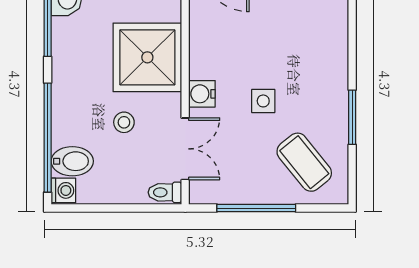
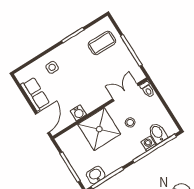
water cooler: (202, 94) -> (78, 113), moved
side table: (263, 101) -> (52, 67), moved
coffee table: (304, 162) -> (102, 43), turned 39
washing machine: (63, 190) -> (149, 144), moved

